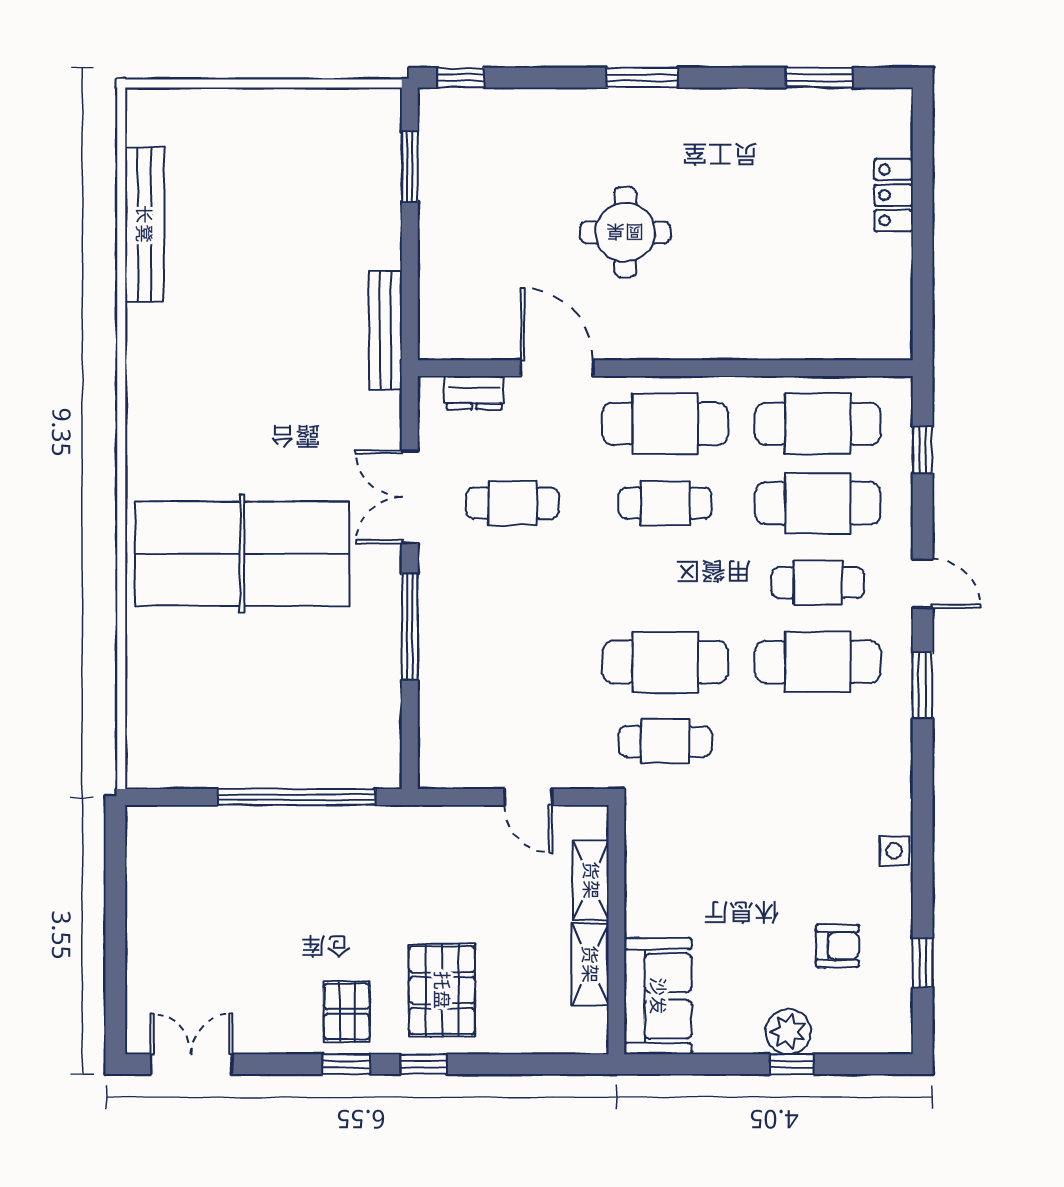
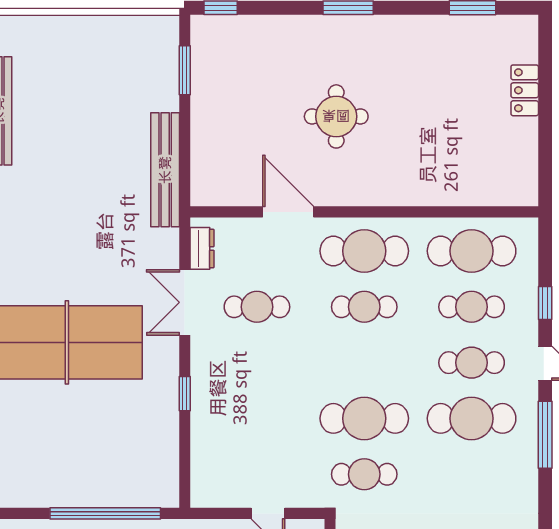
bench: (385, 330) -> (165, 170), width x1.37, depth x1.21
dresser: (474, 393) -> (202, 248), moved, turned -90
window: (923, 450) -> (545, 303), moved
cafe table: (818, 503) -> (472, 307), width x0.73, depth x0.74
window: (410, 627) -> (185, 394), width x0.46
window: (923, 685) -> (545, 435), width x1.44

